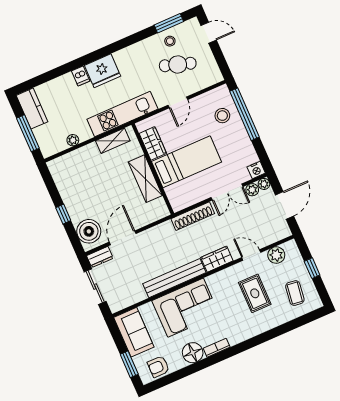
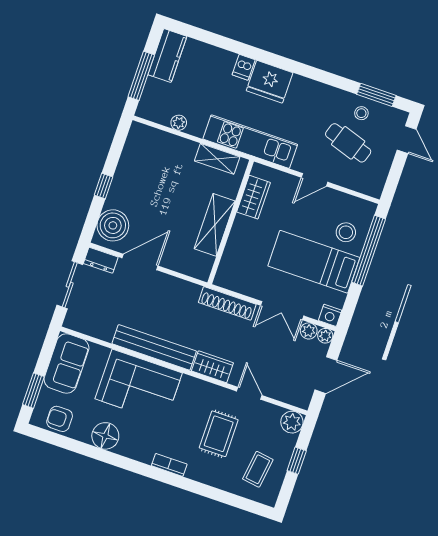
bed: (187, 162) -> (314, 262), moved, turned 180
plant: (276, 255) -> (292, 422), moved
bookcase: (217, 348) -> (169, 465), moved

